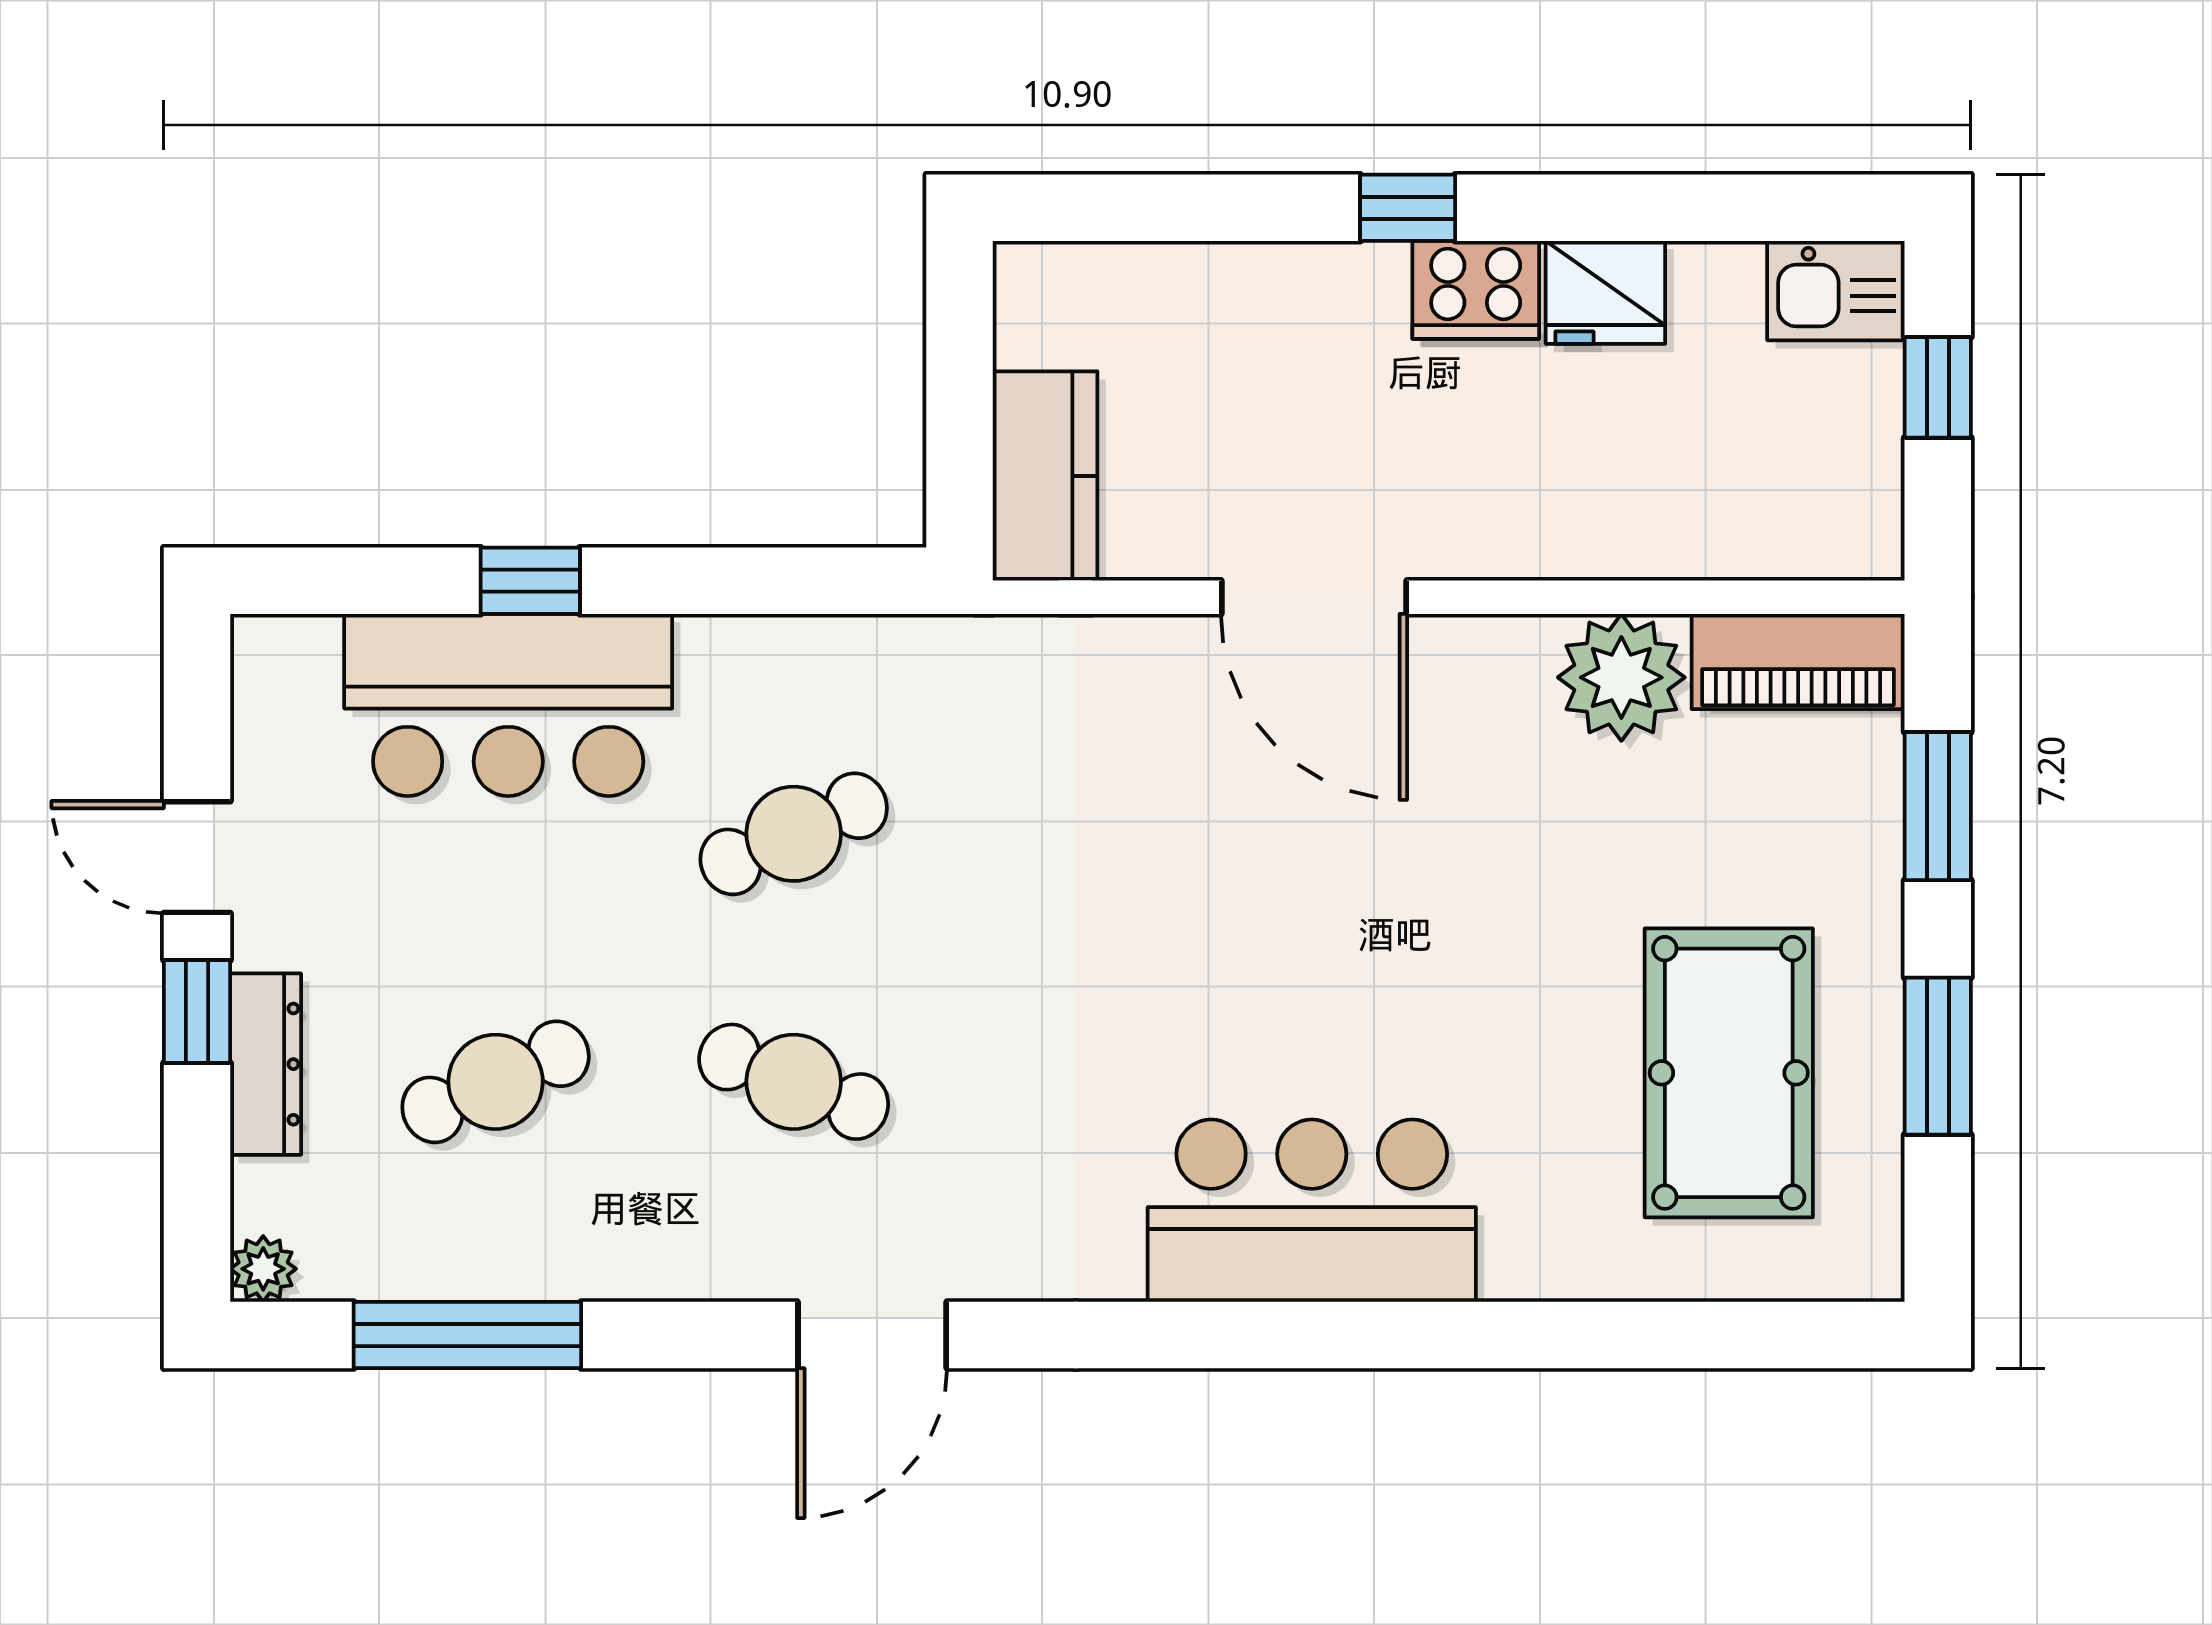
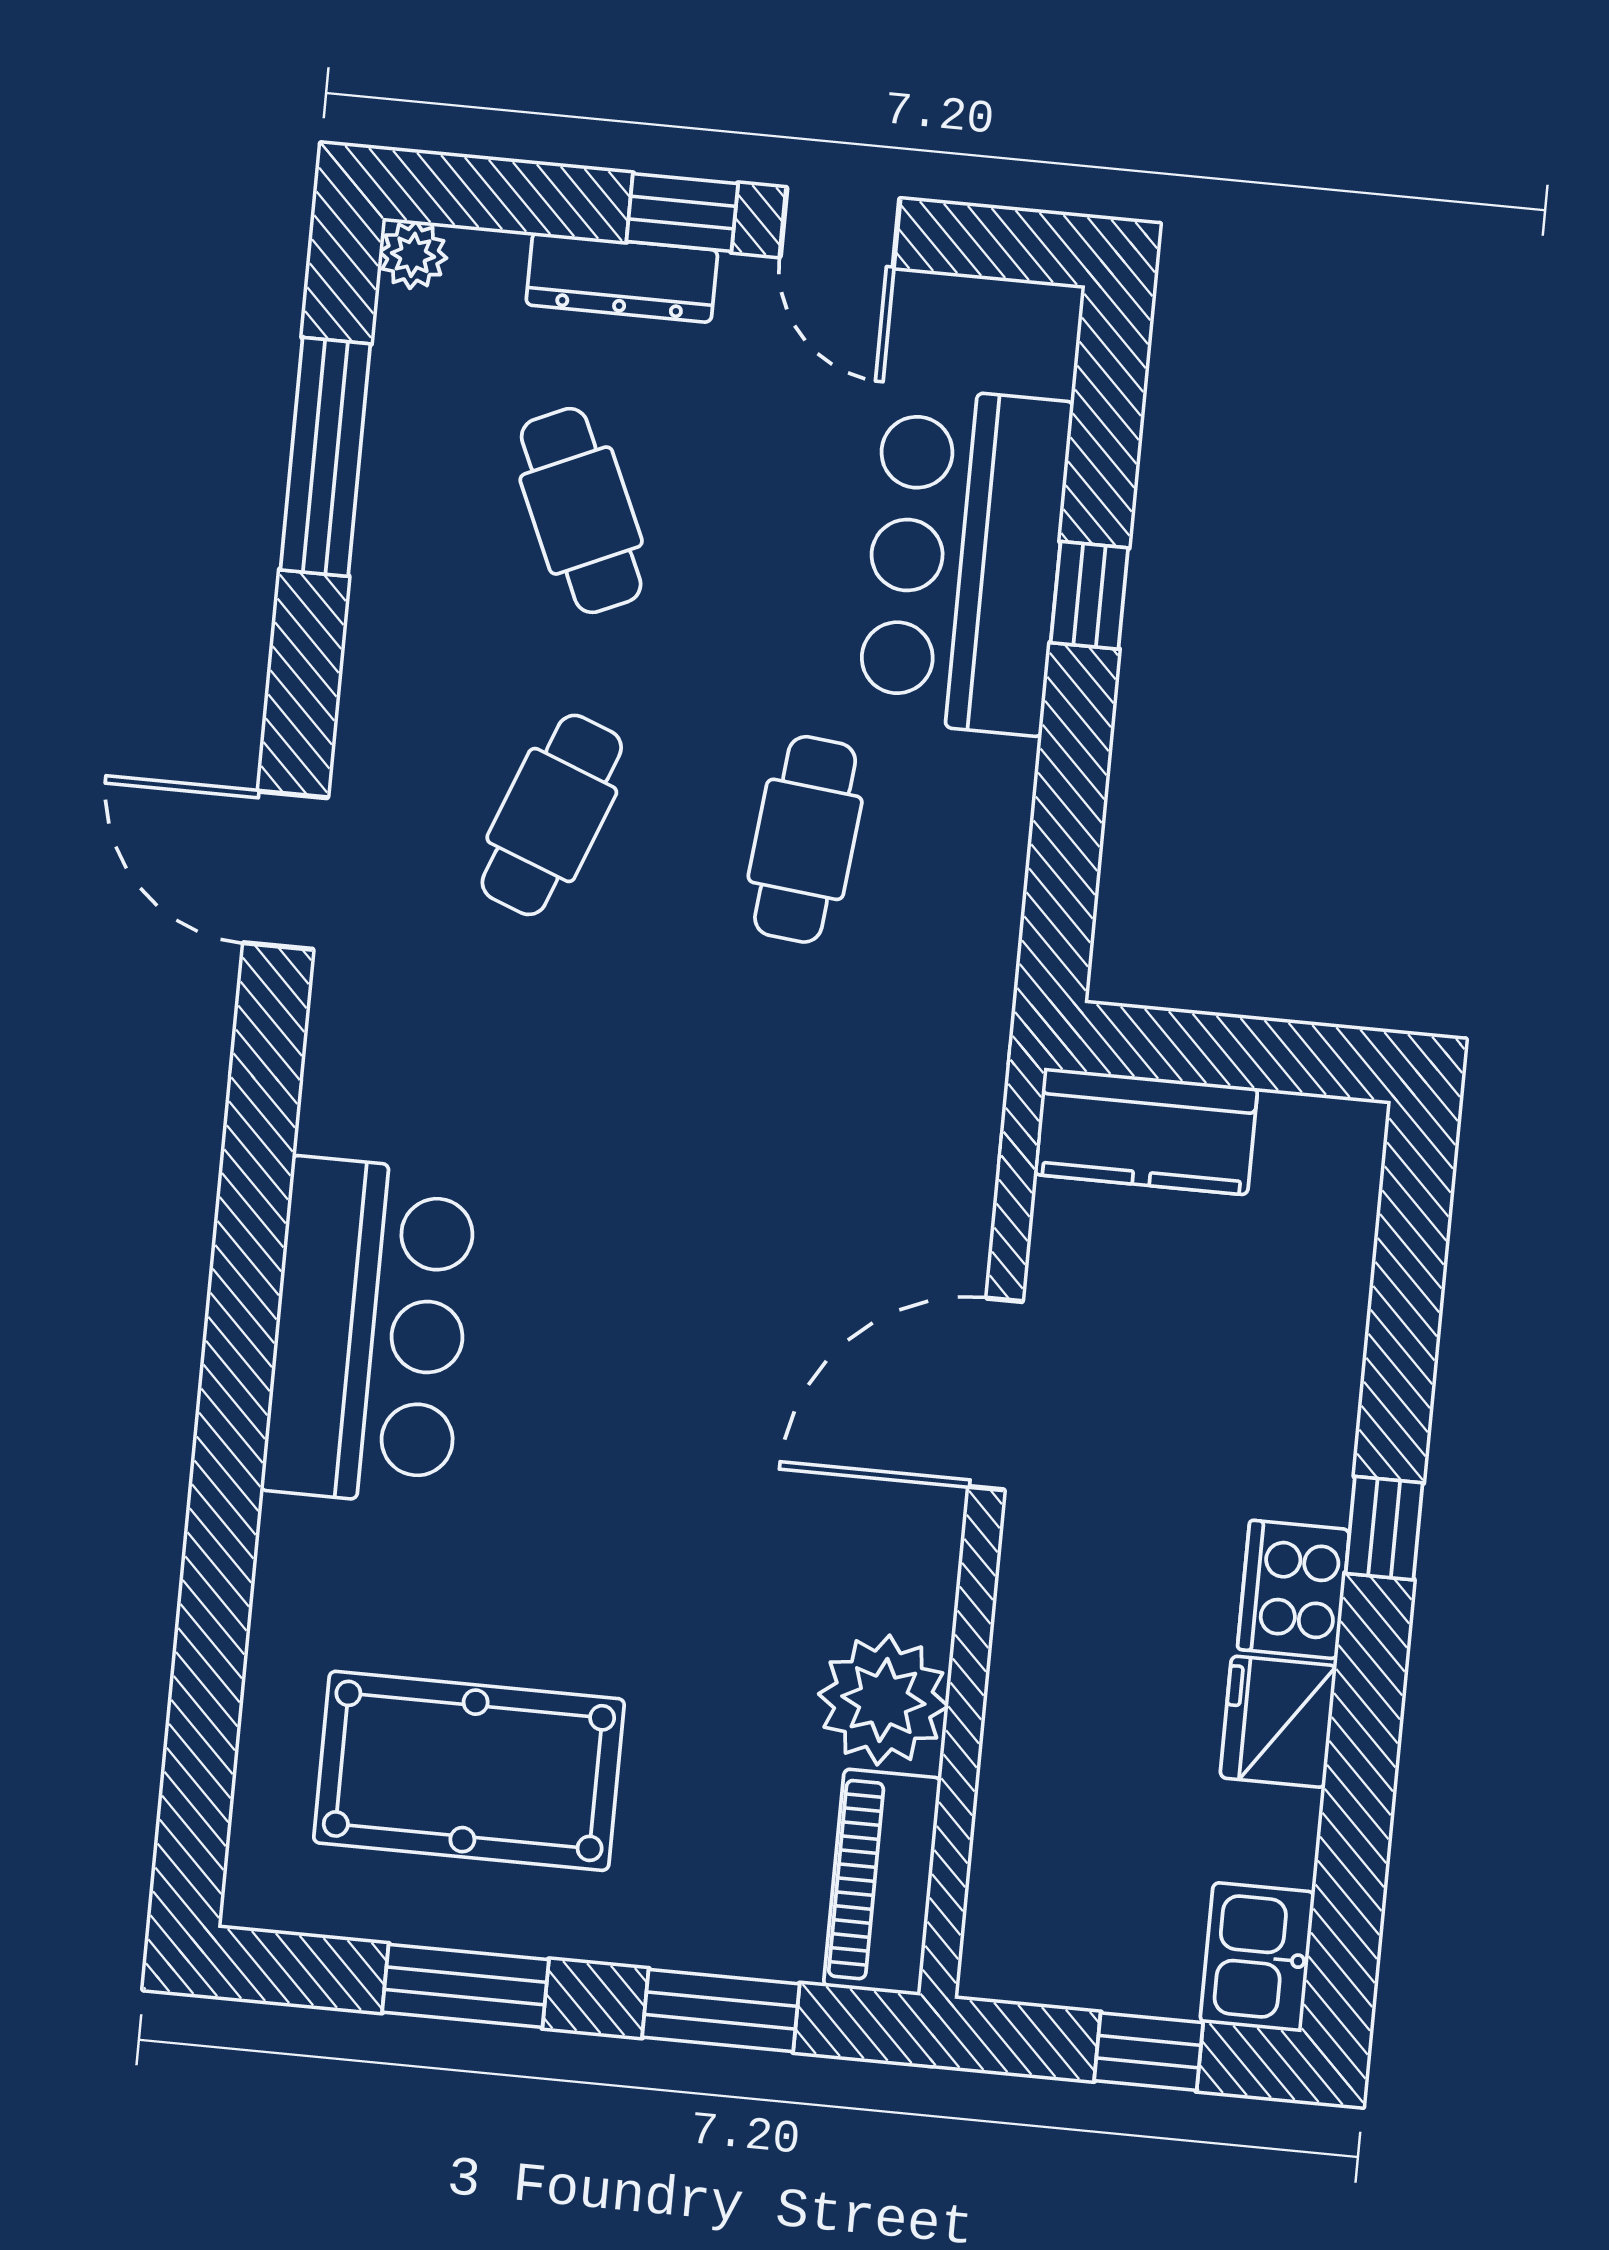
cafe table: (794, 834) -> (805, 839), turned 30
door: (197, 857) -> (840, 228), swing flipped

